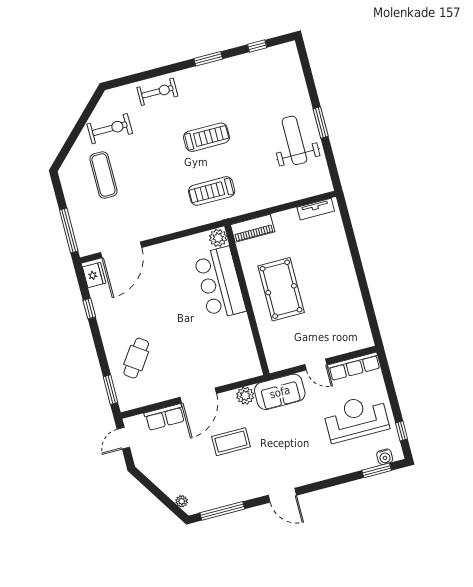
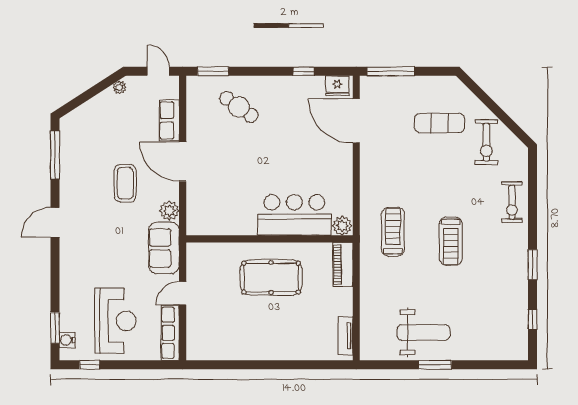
plant: (182, 501) -> (119, 87), moved

